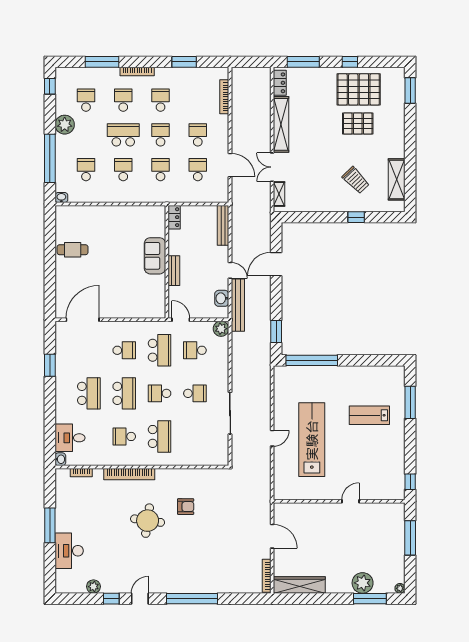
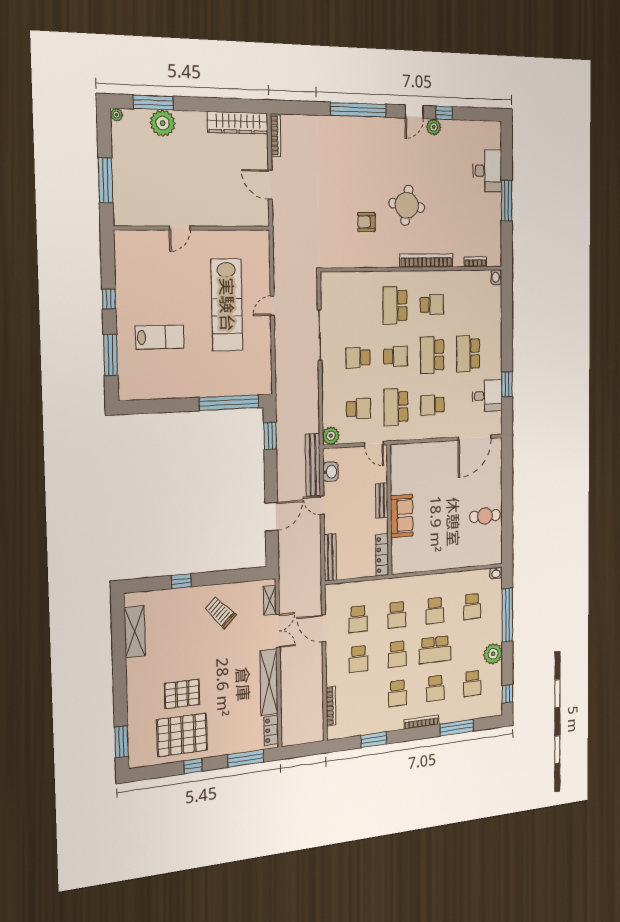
trolley: (356, 180) -> (220, 612), moved
locker: (174, 217) -> (382, 555), width x1.53
desk: (70, 438) -> (487, 396), moved
window: (410, 482) -> (109, 299), moved
plant: (93, 587) -> (434, 127), moved

